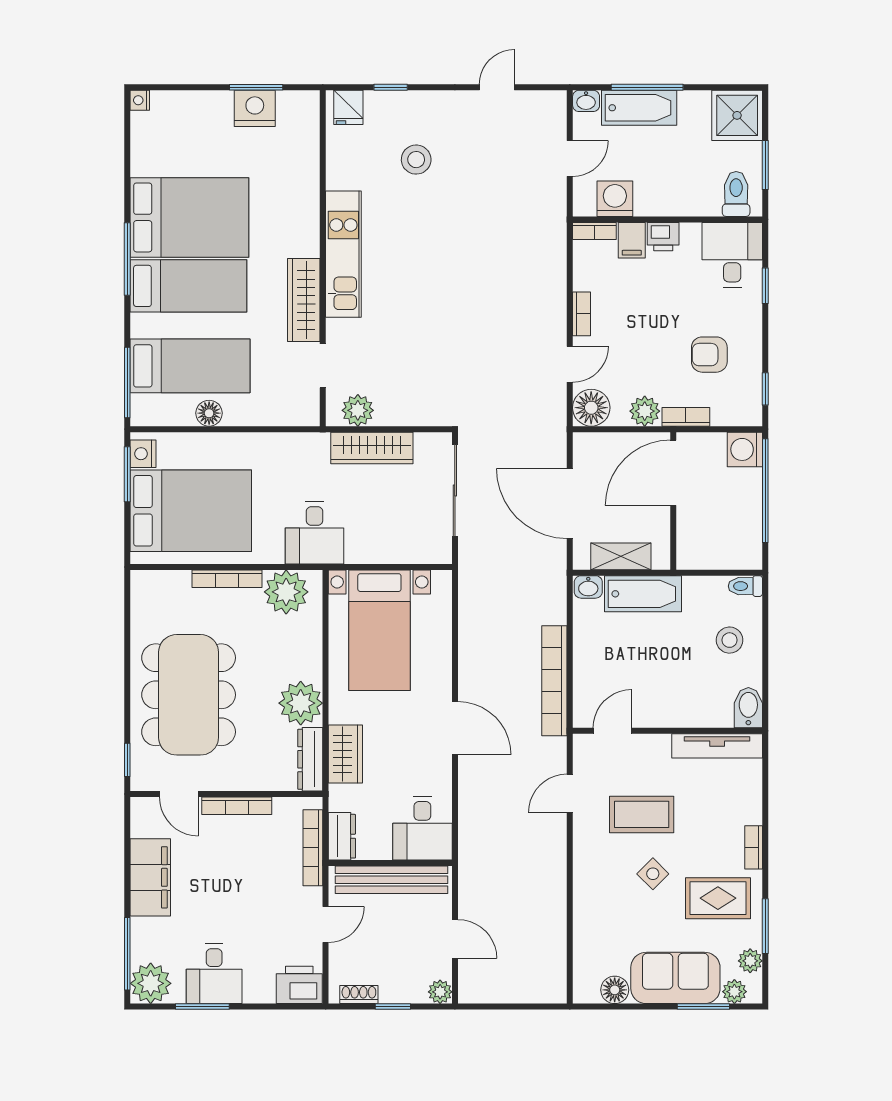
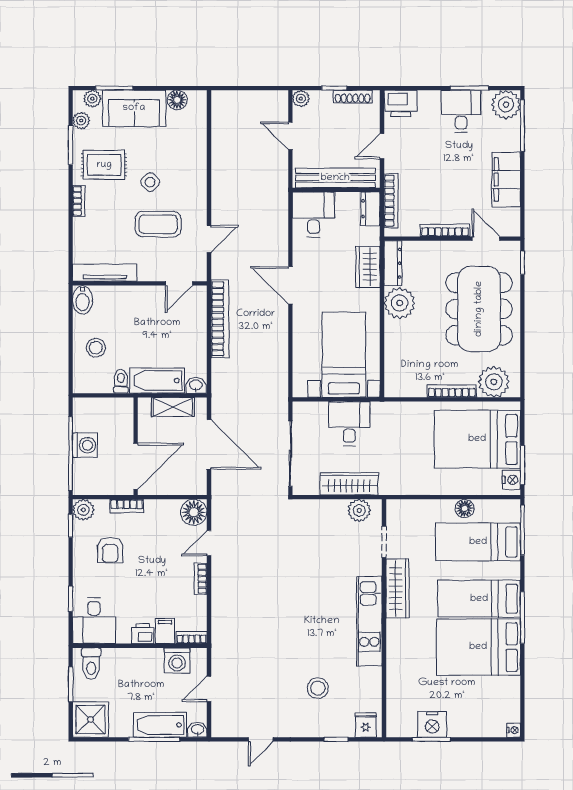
armchair: (709, 355) -> (110, 550), turned 90
plant: (645, 411) -> (83, 510), moved
washing machine: (745, 449) -> (85, 445), moved
desk: (315, 533) -> (349, 424), moved
toilet: (745, 586) -> (121, 381), moved, turned -90
plant: (286, 592) -> (494, 382), moved
shoe rack: (359, 995) -> (353, 97), width x1.43

